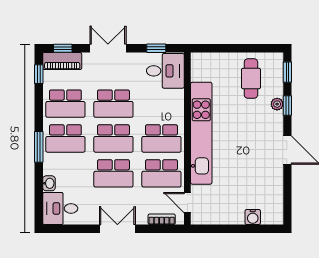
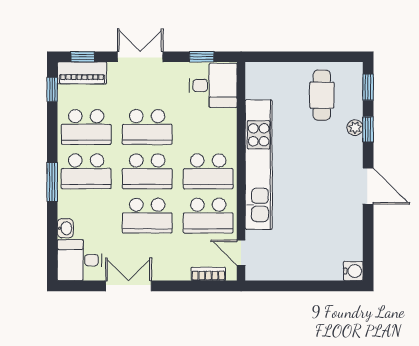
water cooler: (253, 217) -> (353, 271), moved, turned -90
double door: (117, 229) -> (128, 286), moved

